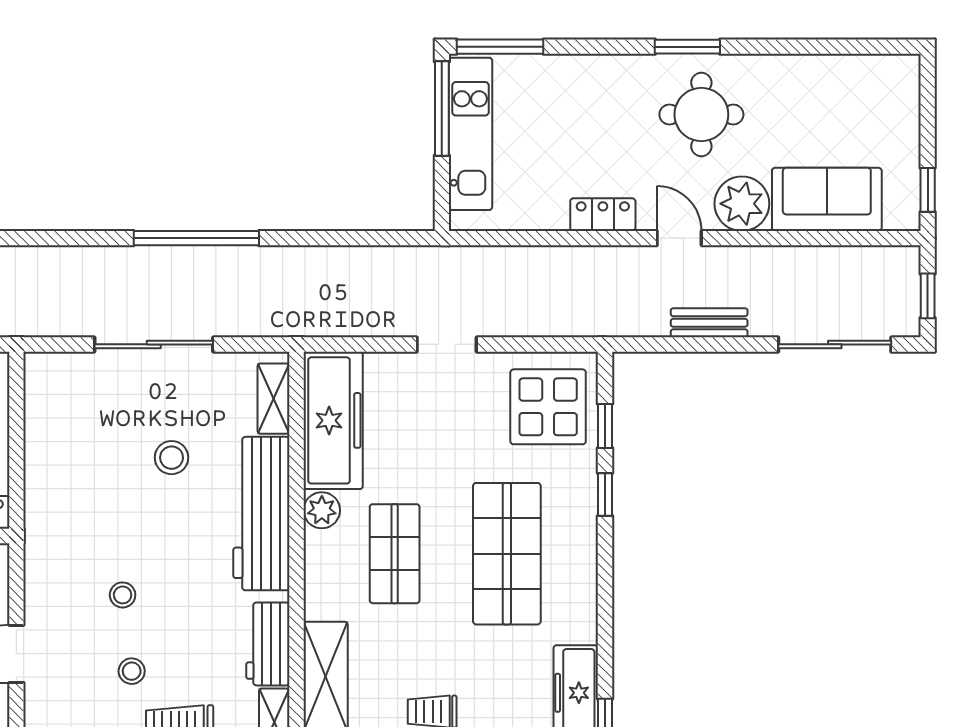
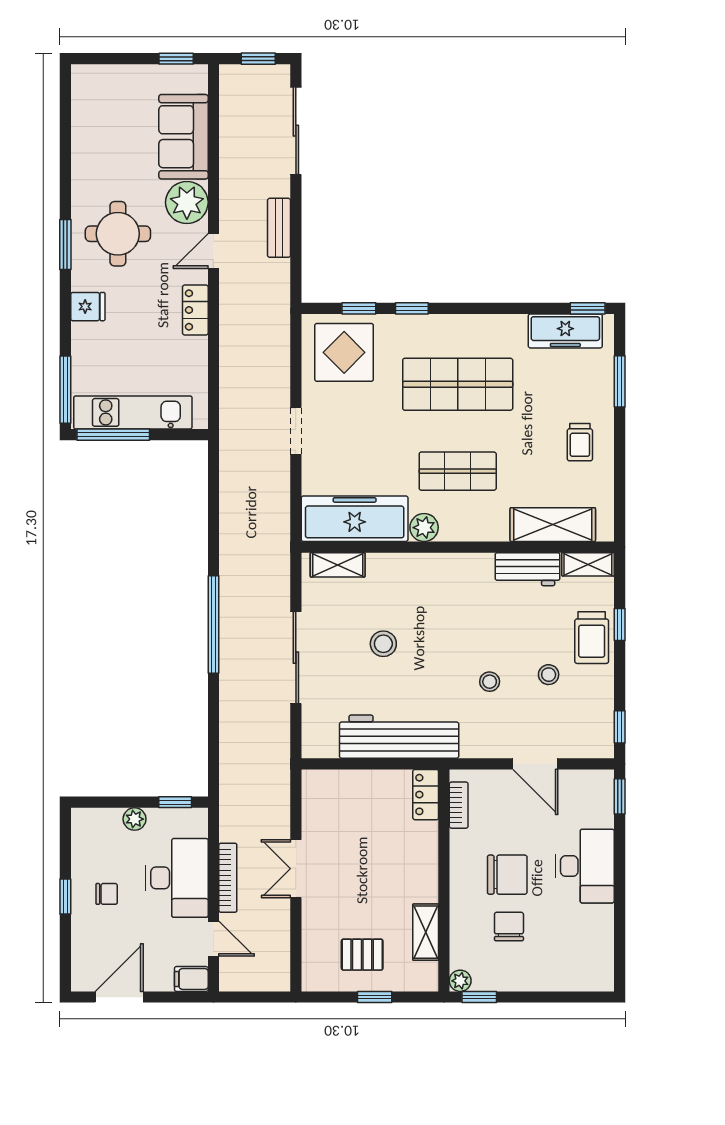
fridge: (607, 76) -> (88, 307), added
workbench: (261, 514) -> (399, 737), moved, turned 180

